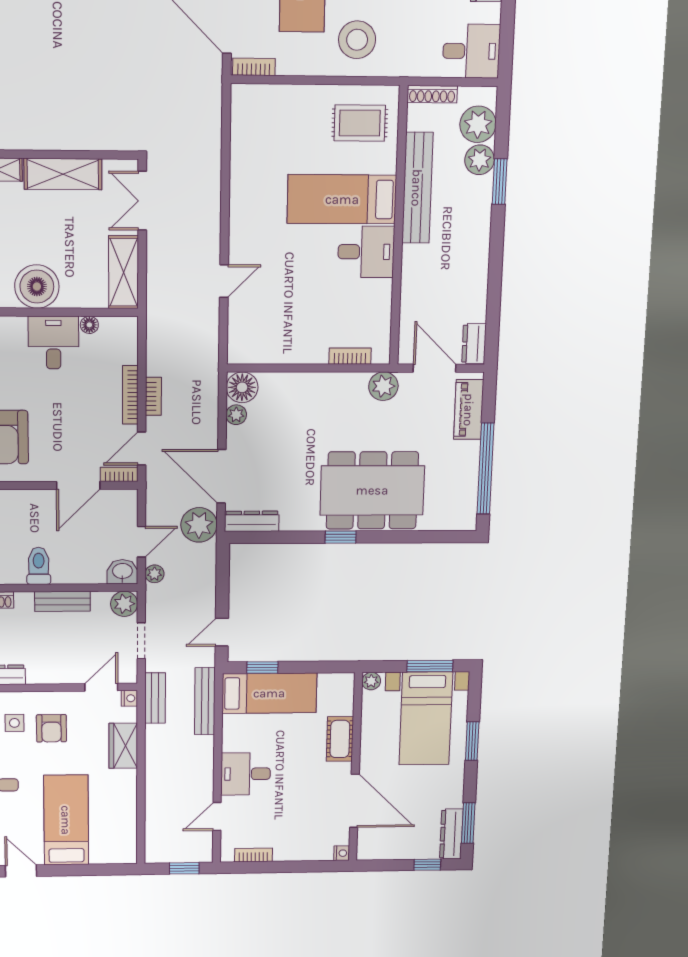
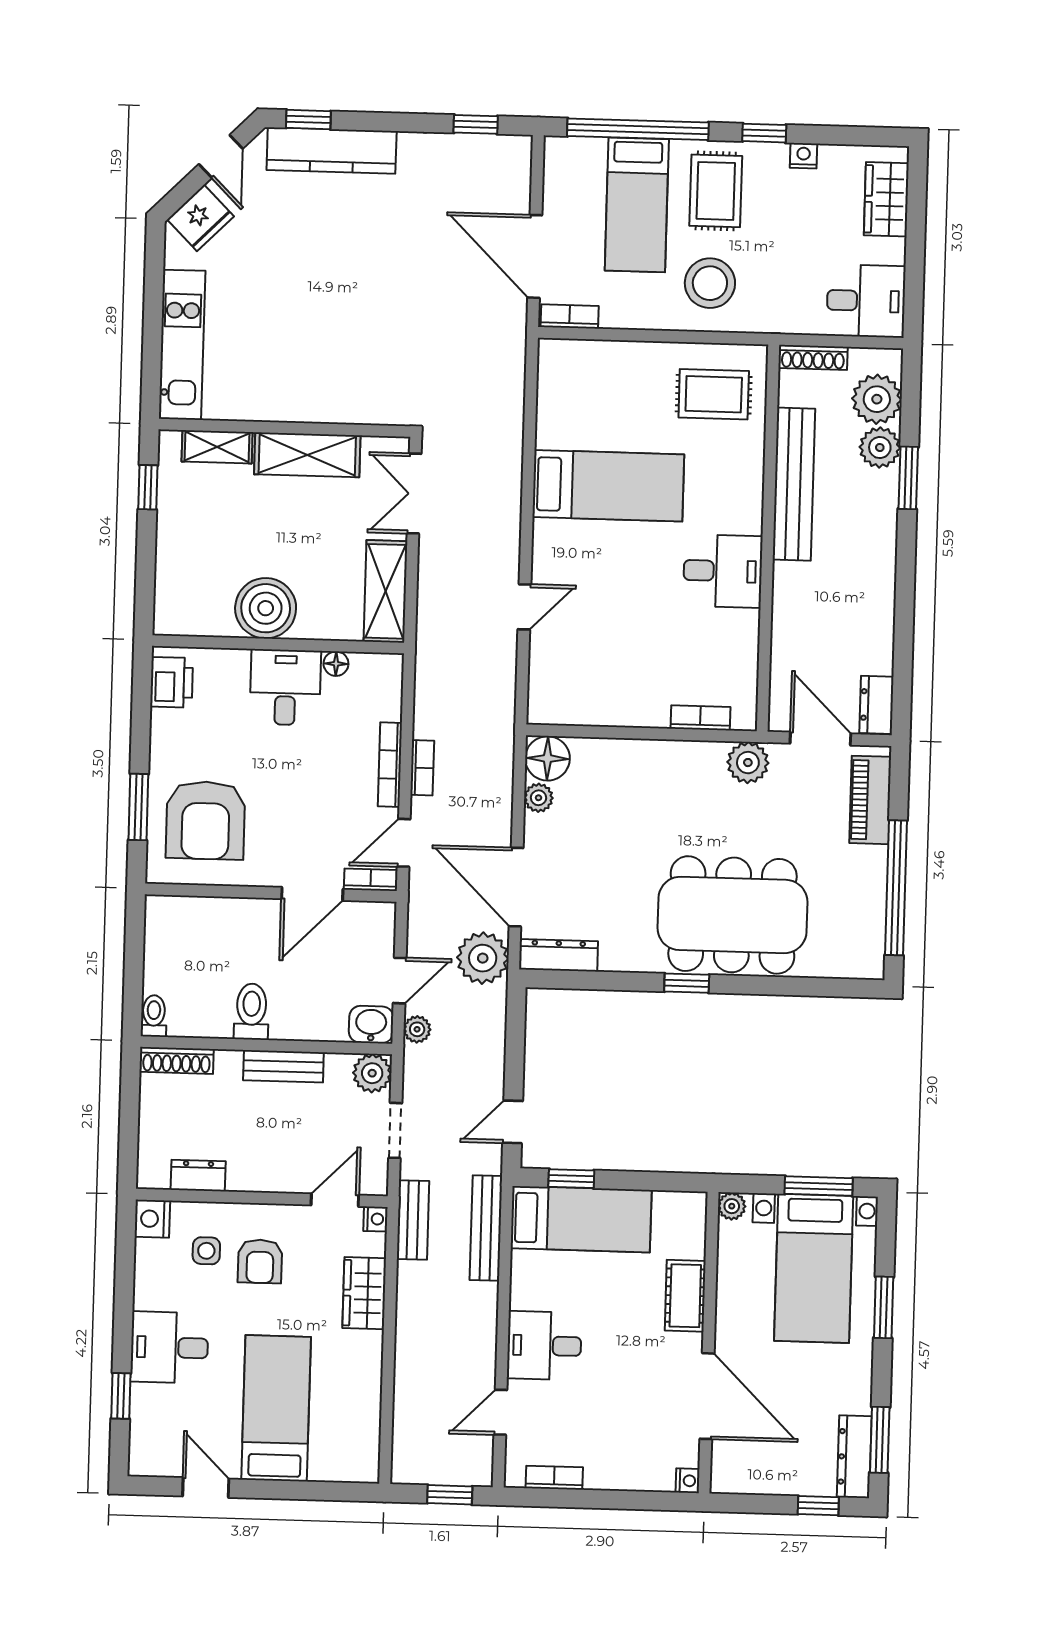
bed: (342, 199) -> (608, 486), moved, turned 180

